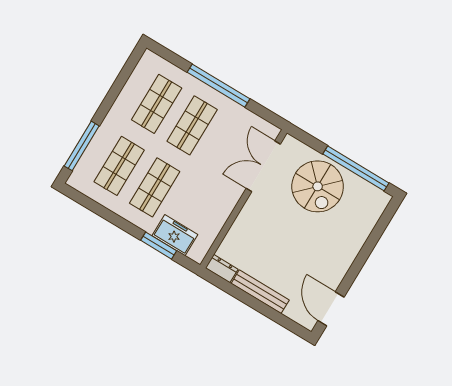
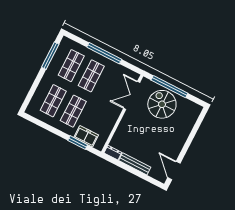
window: (82, 146) -> (50, 56), moved
window: (356, 168) -> (169, 87), moved
spiral stairs: (318, 186) -> (162, 104), turned 180

